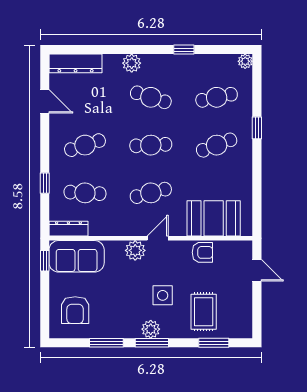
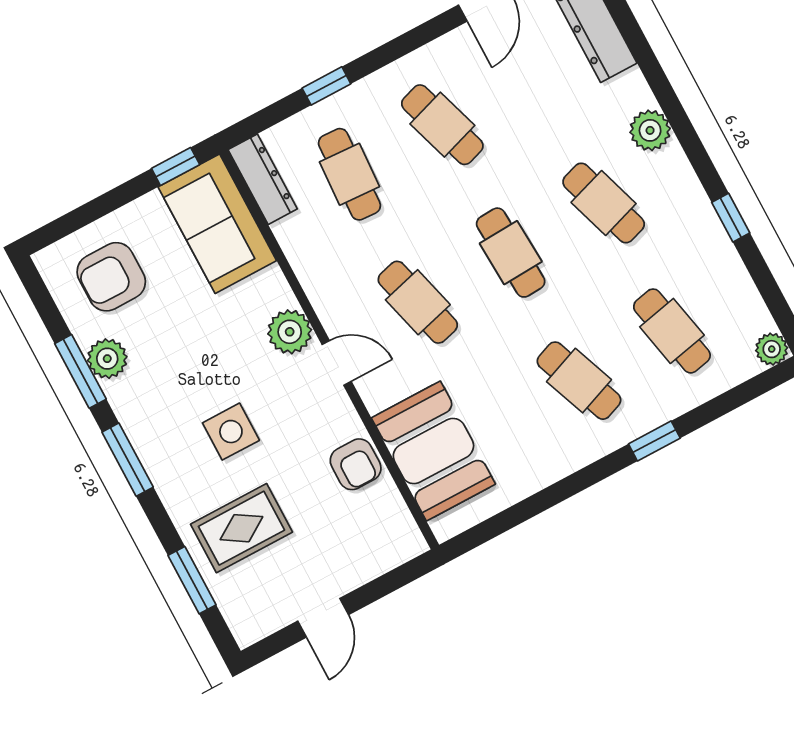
cafe table: (151, 97) -> (604, 203), turned -36
door: (257, 270) -> (323, 618), moved
plant: (151, 329) -> (107, 359), moved

